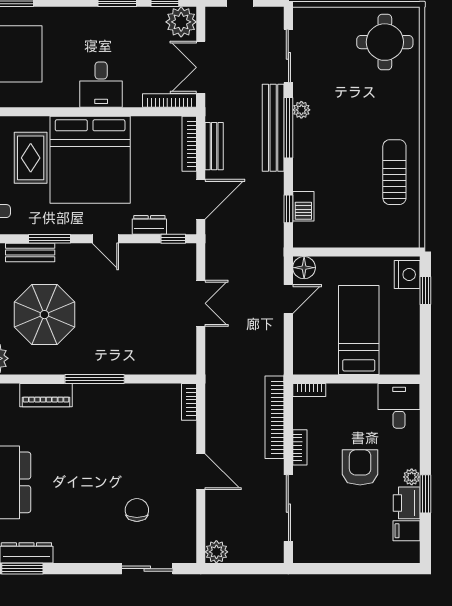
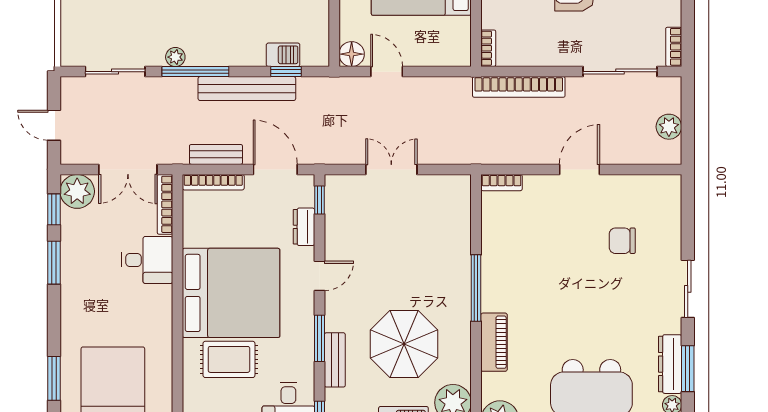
desk: (101, 85) -> (147, 260), moved
bench: (273, 128) -> (247, 89), moved
bookcase: (300, 447) -> (674, 47), moved, turned -90
plant: (216, 552) -> (669, 127), moved
sliding door: (147, 569) -> (688, 289), moved

